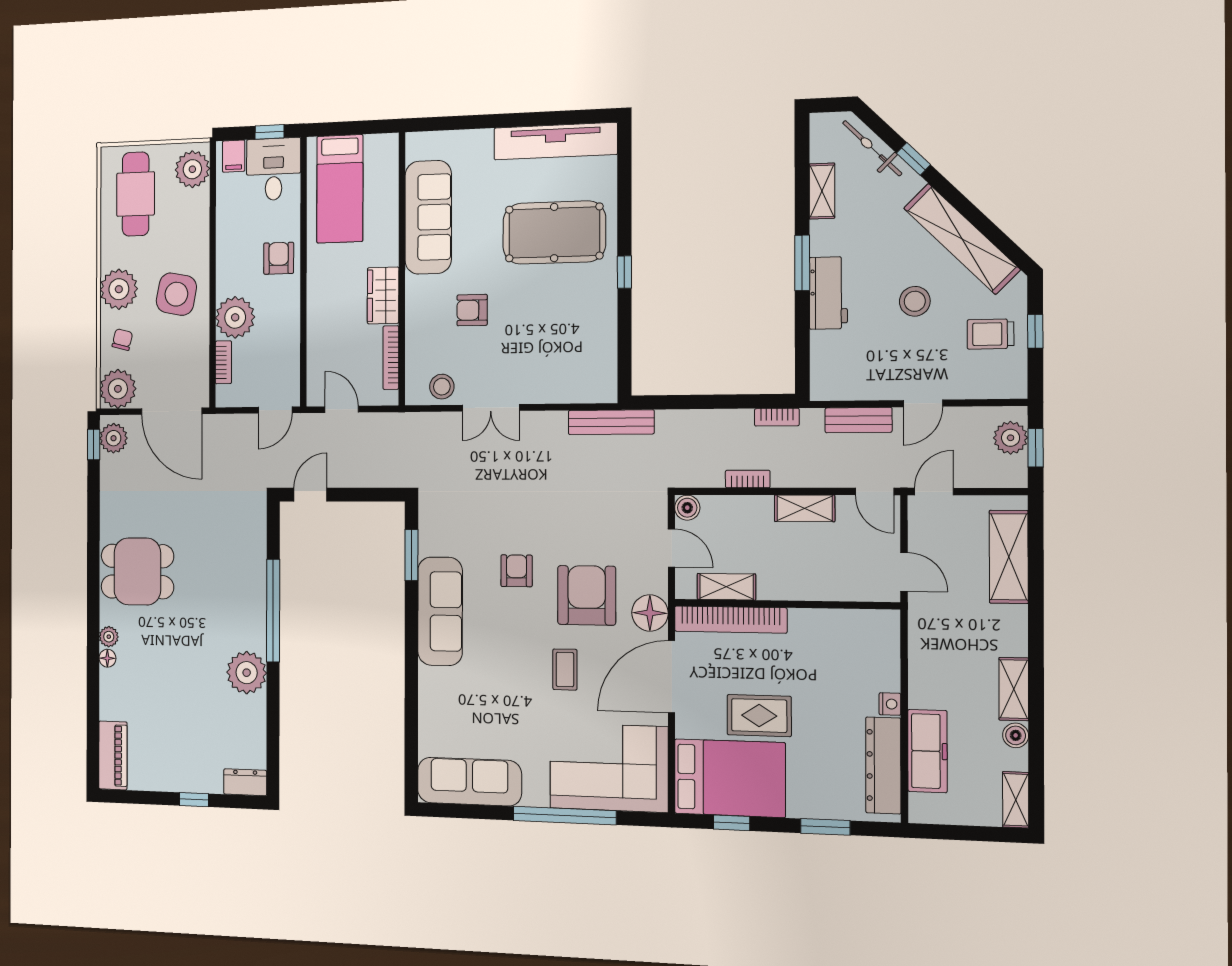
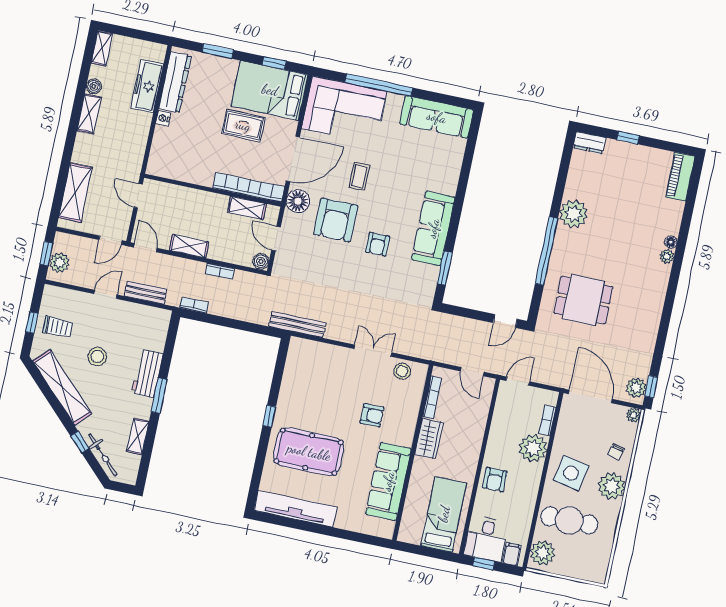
cafe table: (136, 194) -> (569, 520), moved, turned 90
plant: (118, 389) -> (633, 415), width x0.53, depth x0.53
dining table: (137, 571) -> (583, 300), moved

